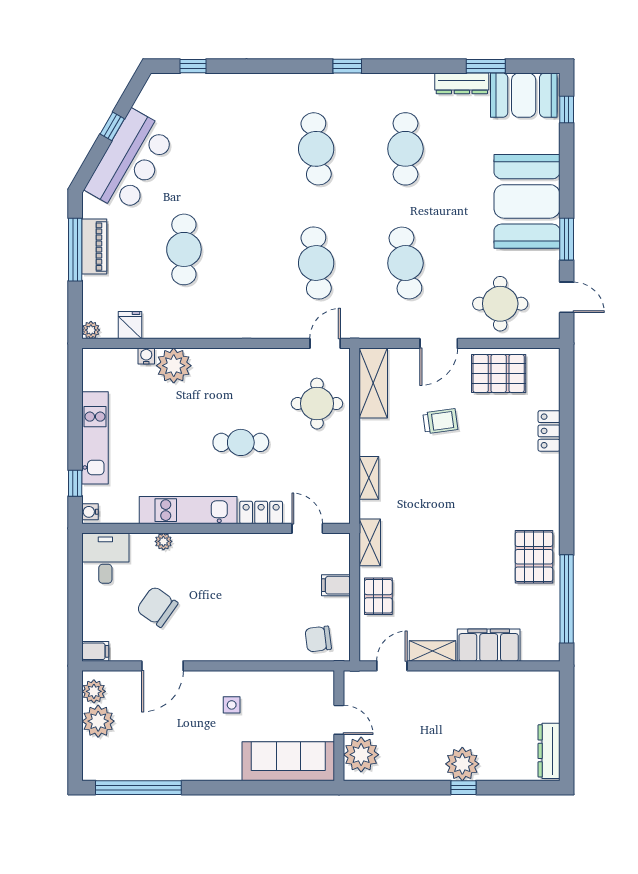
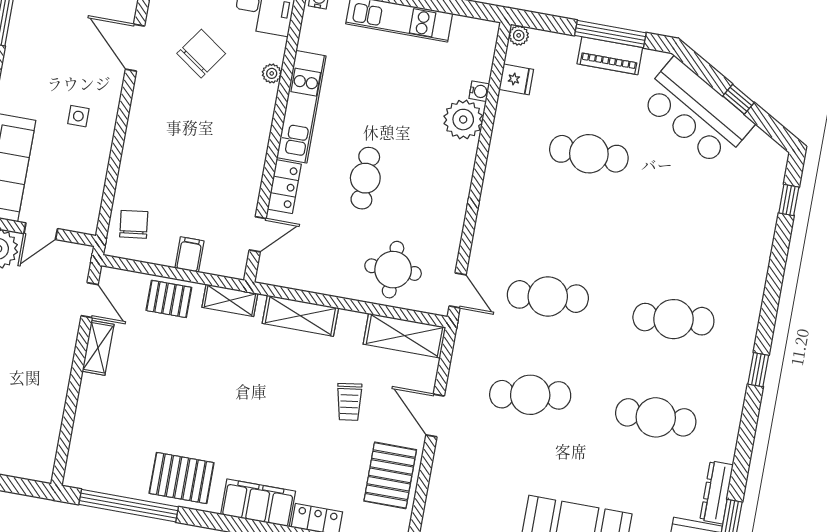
round table: (500, 304) -> (467, 491), removed
shelving: (369, 478) -> (300, 316), width x1.50, depth x1.33
filing cabinet: (489, 645) -> (258, 503), moved, turned -90

